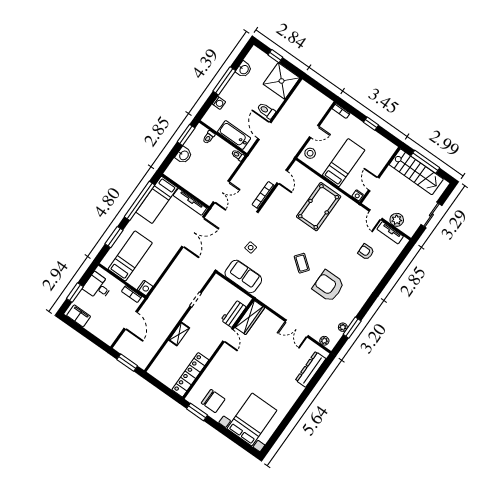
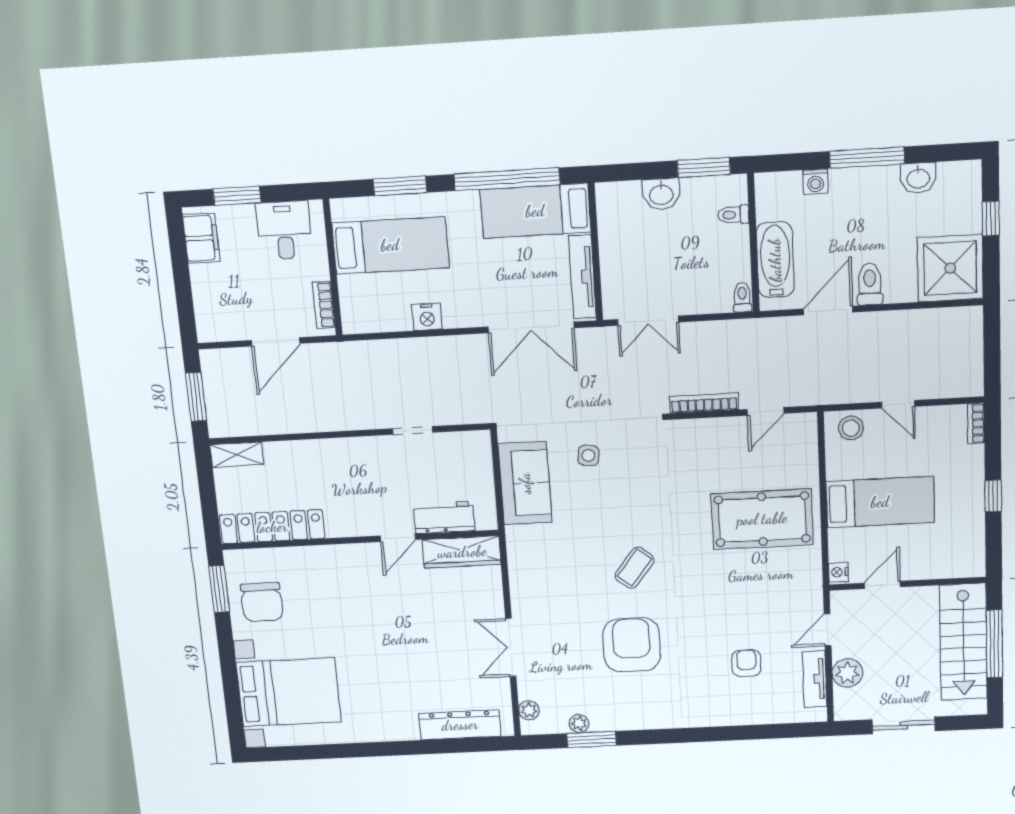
nightstand: (145, 288) -> (427, 317), moved
shelving: (179, 334) -> (237, 455), moved

